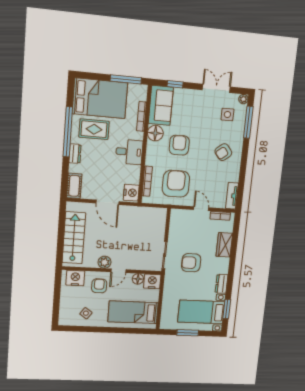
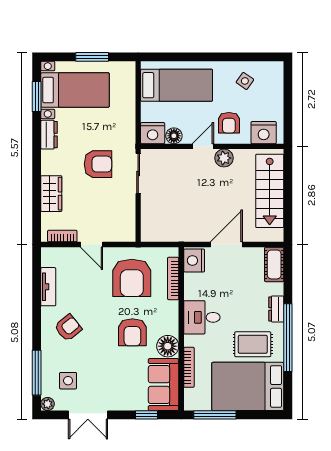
tv unit: (232, 196) -> (48, 287), moved
door: (108, 202) -> (226, 245), hinge flipped

